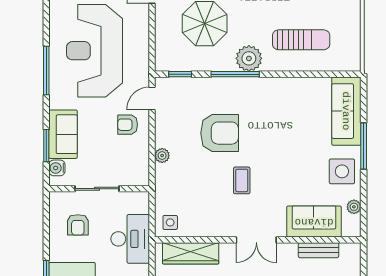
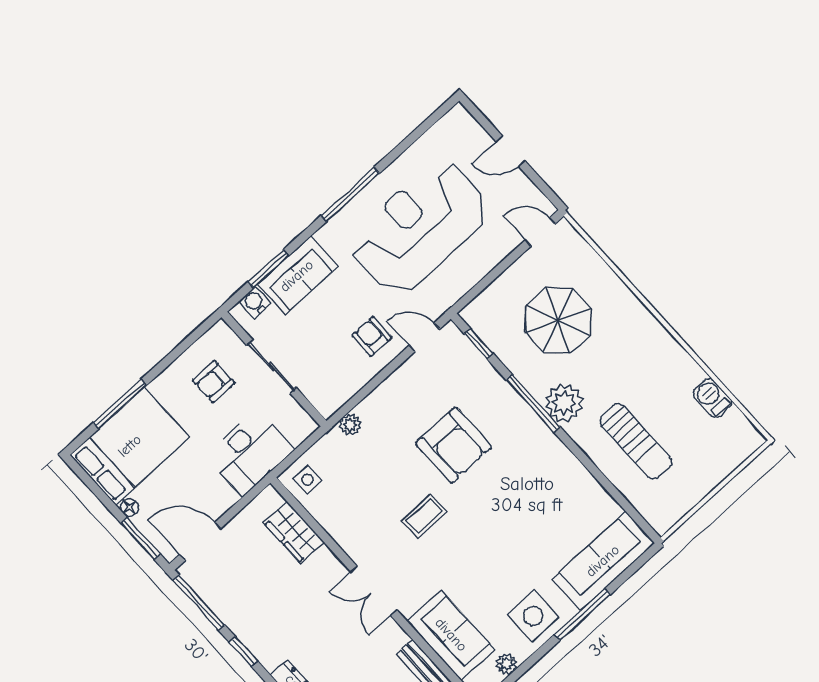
plant: (162, 156) -> (350, 425), moved
wardrobe: (191, 253) -> (294, 533), width x0.67

